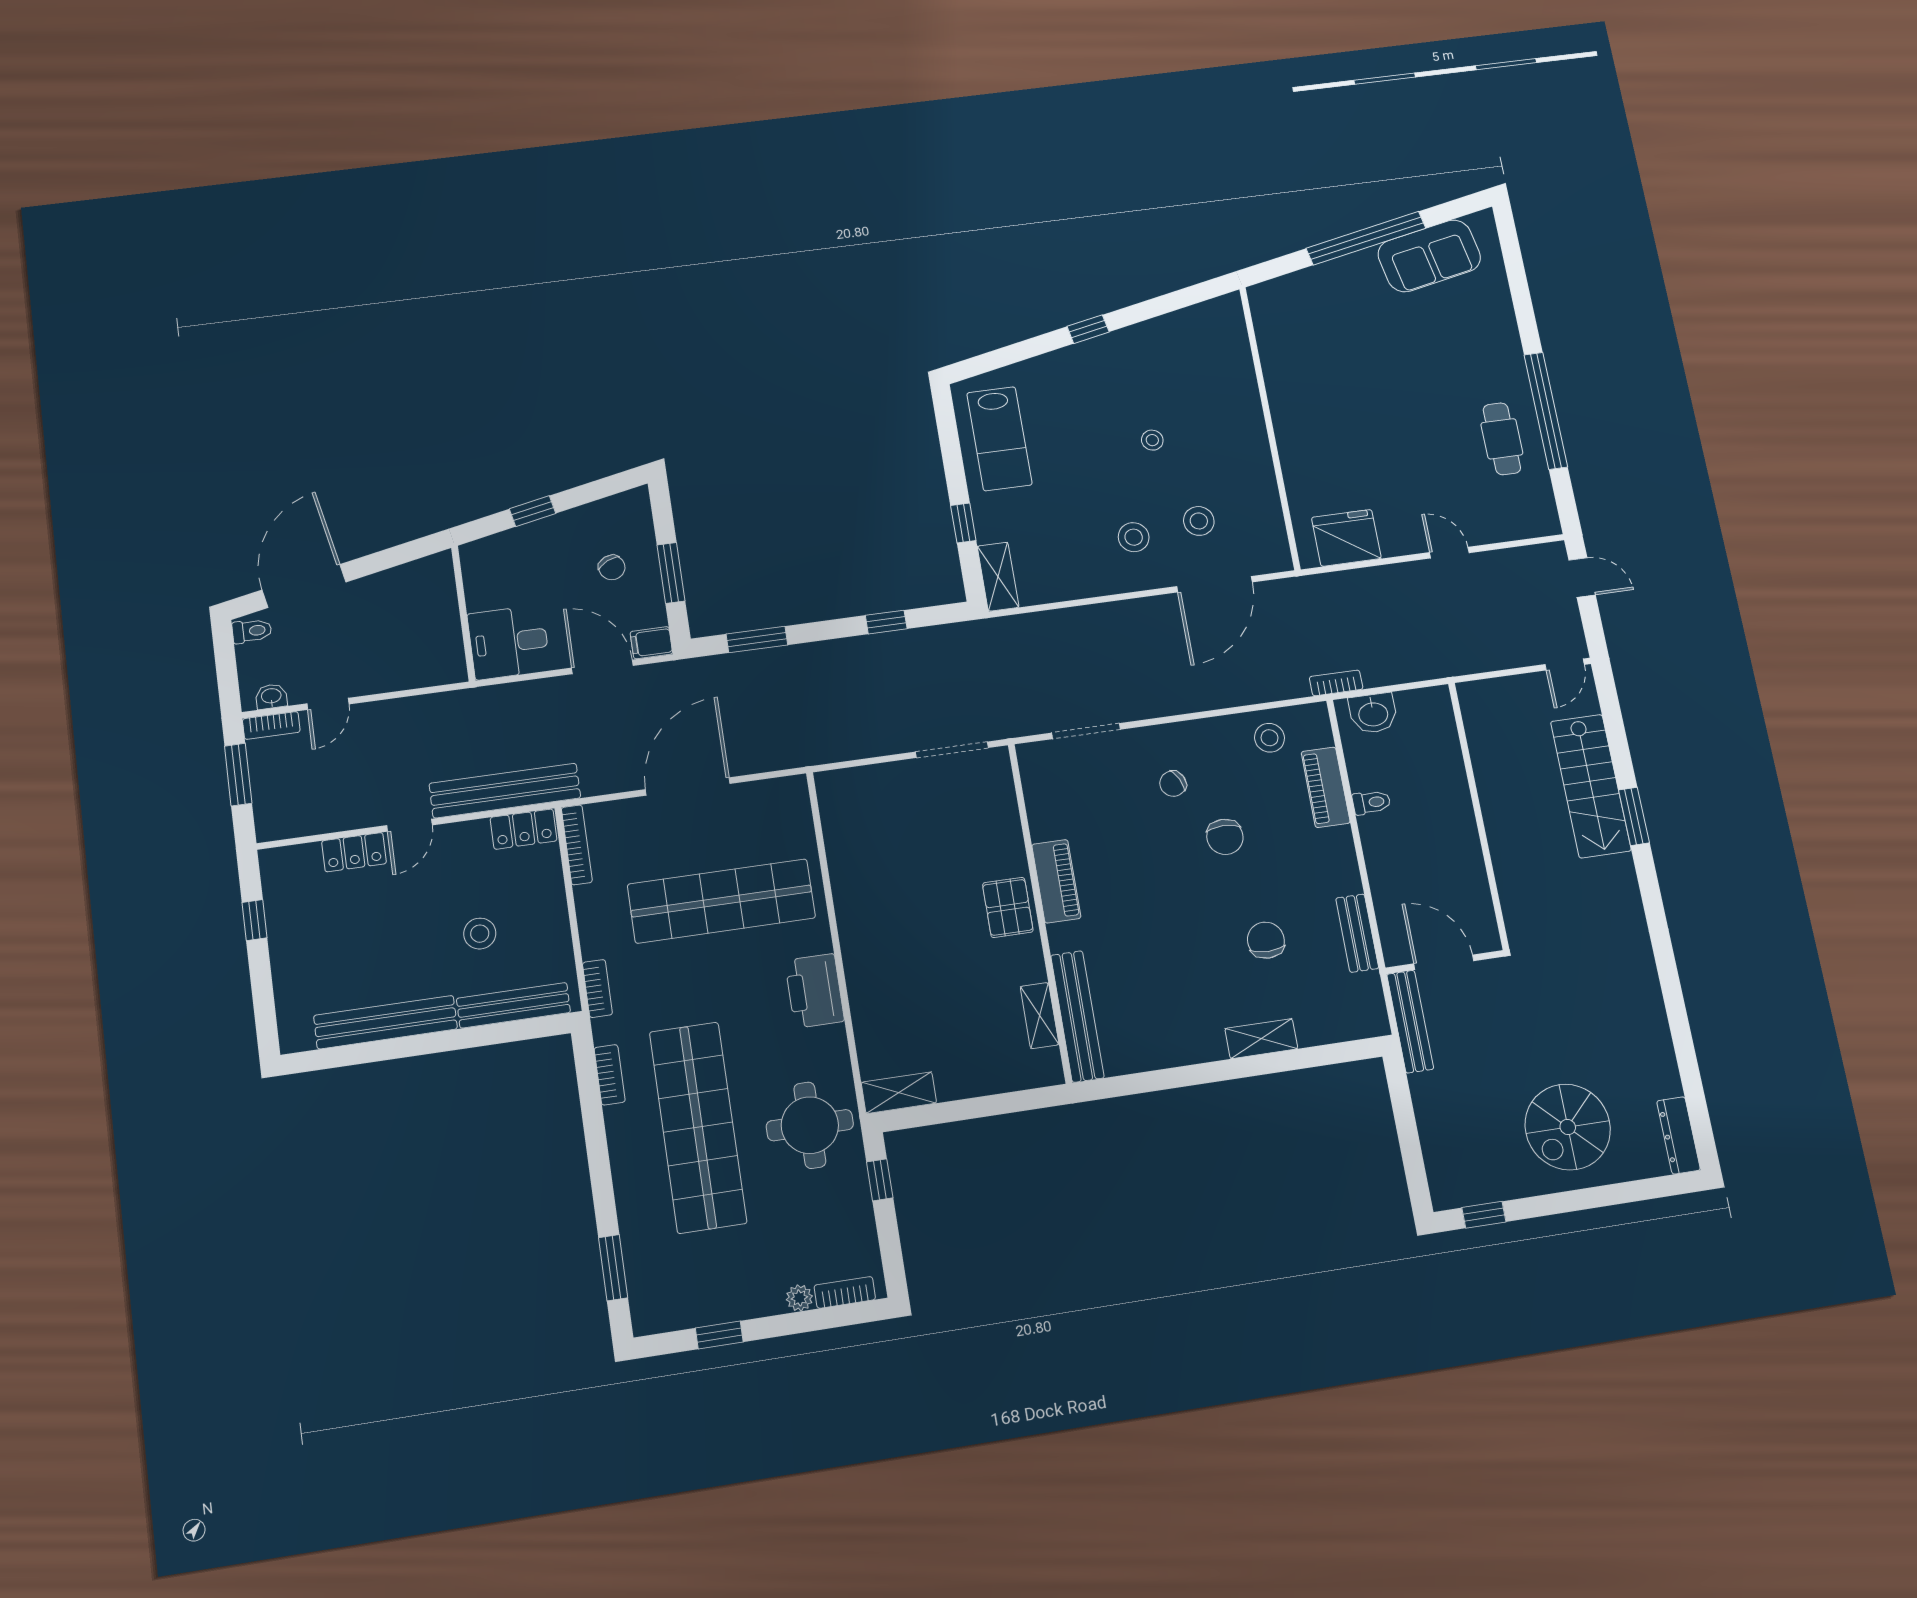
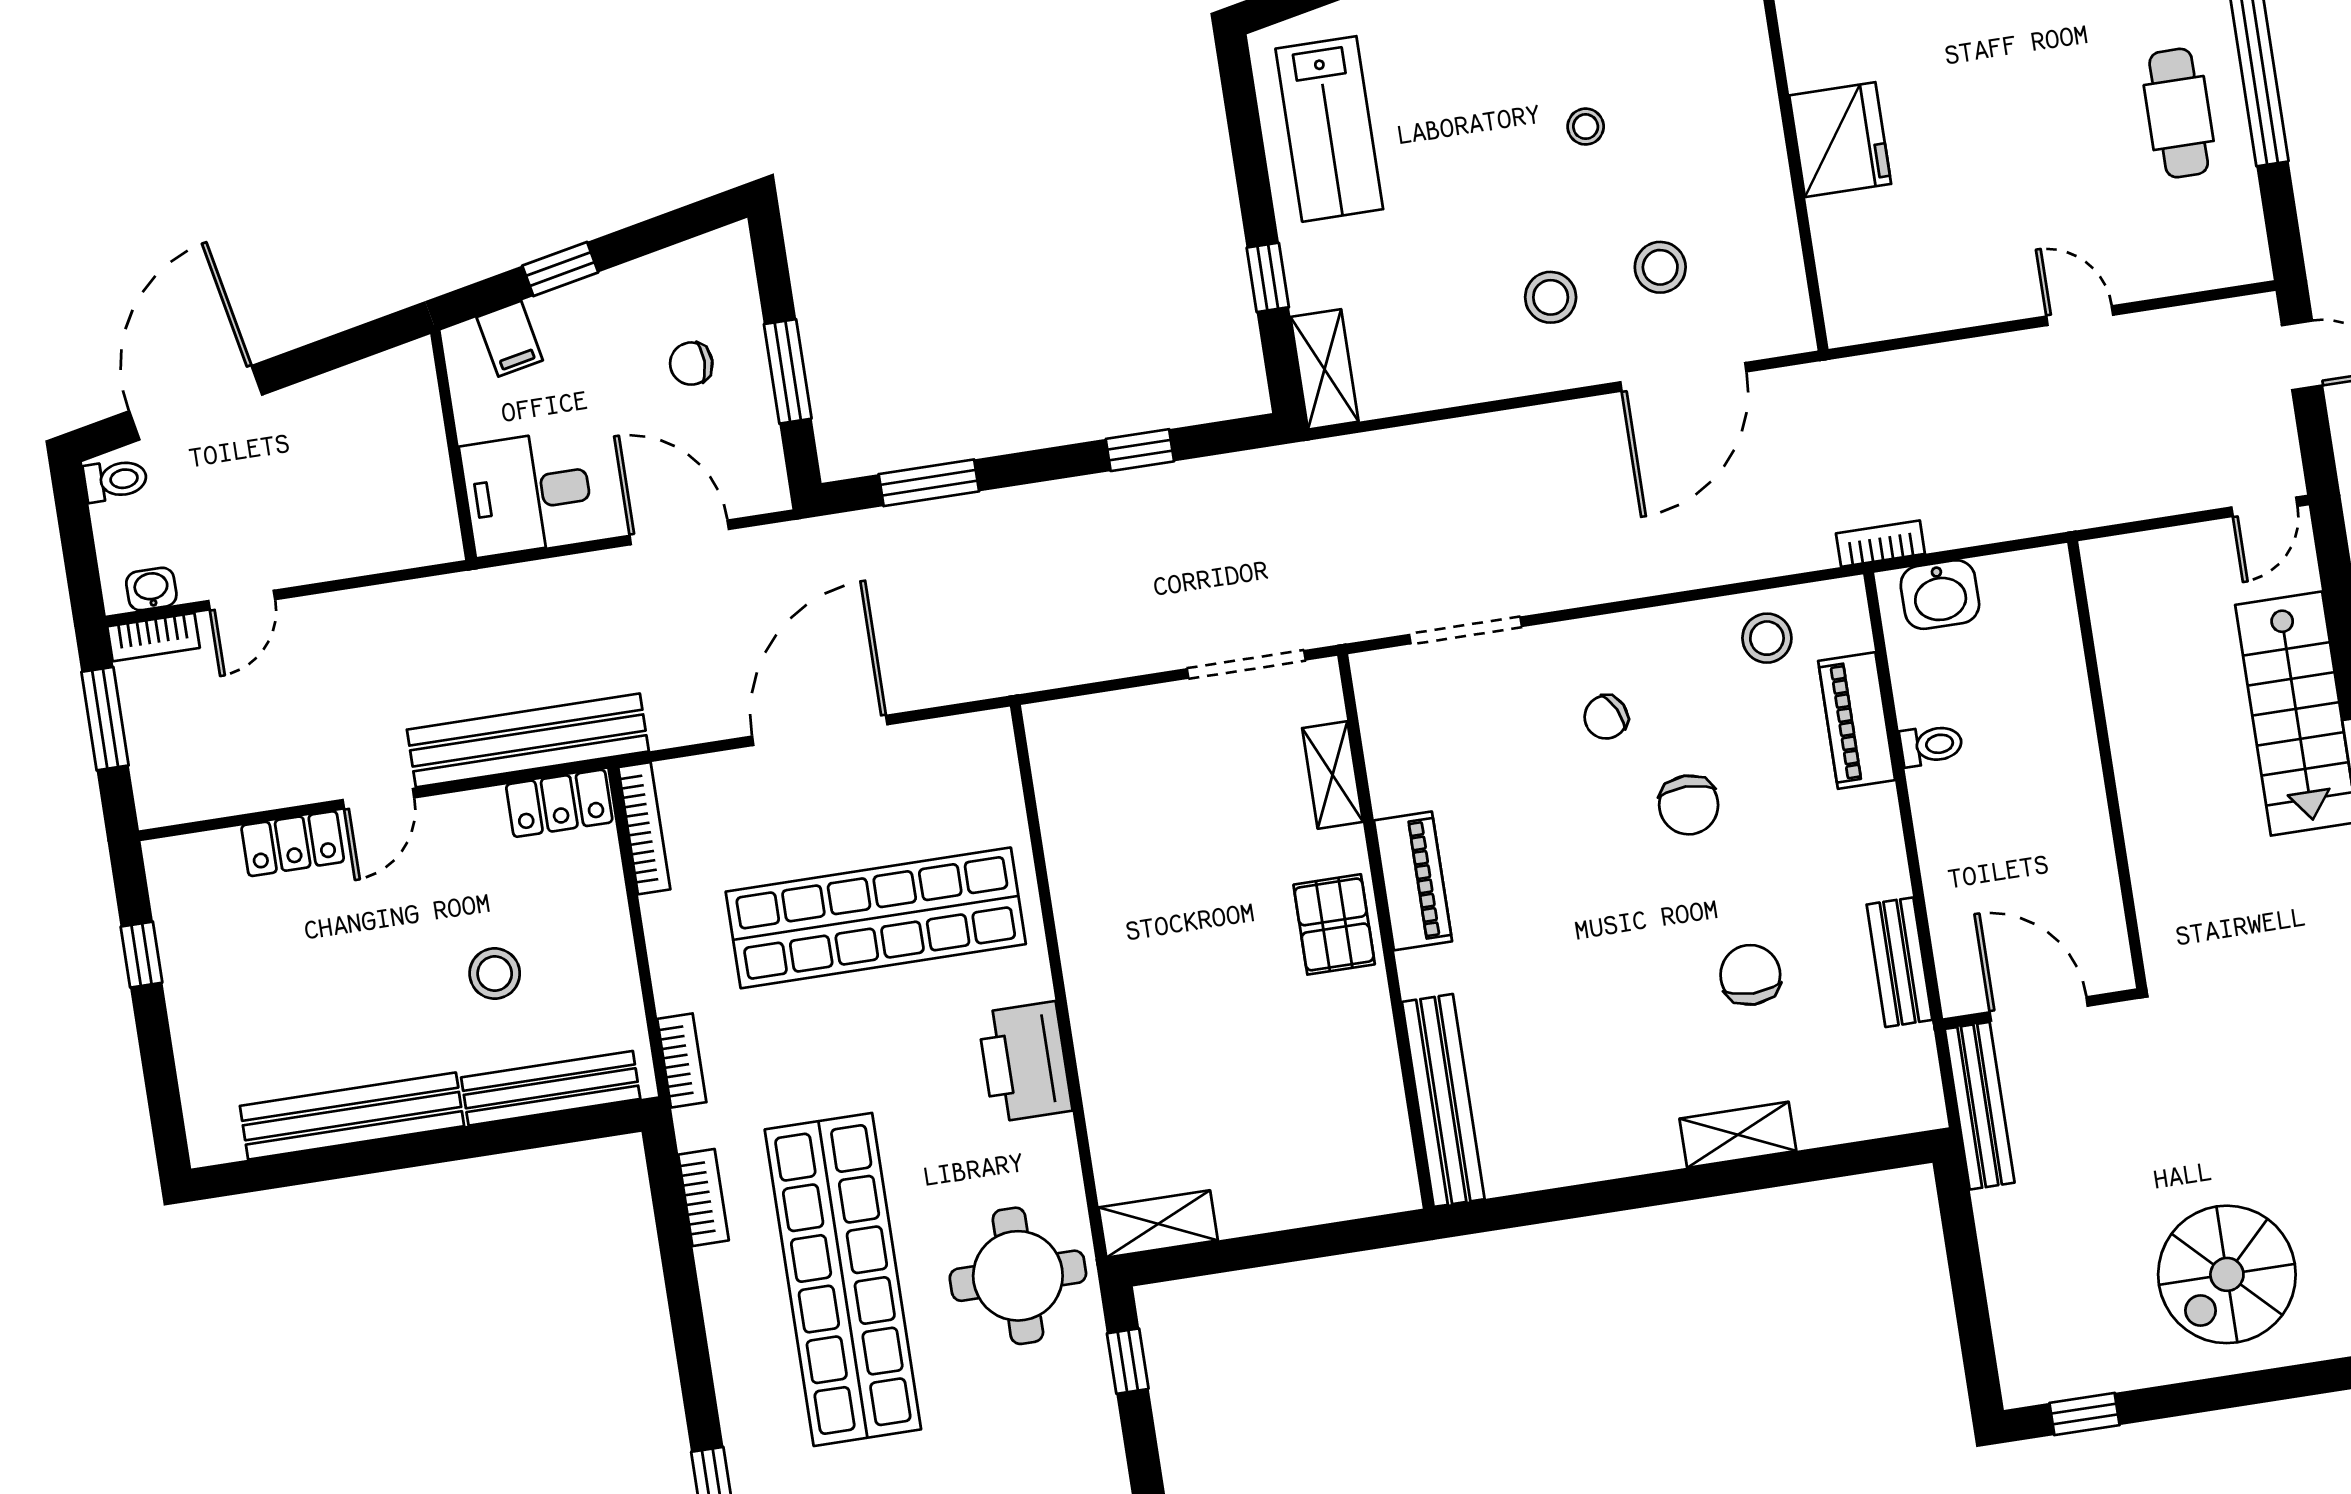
fridge: (1346, 538) -> (1840, 140), moved, turned 90
chair: (612, 567) -> (691, 364), turned 116
filing cabinet: (651, 643) -> (510, 339), moved, turned -101
shelving: (1040, 1016) -> (1333, 775), moved

